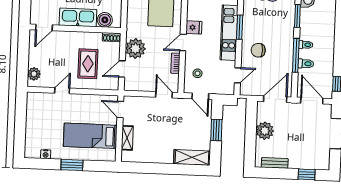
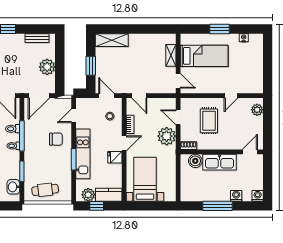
door: (122, 69) -> (178, 117), swing flipped

